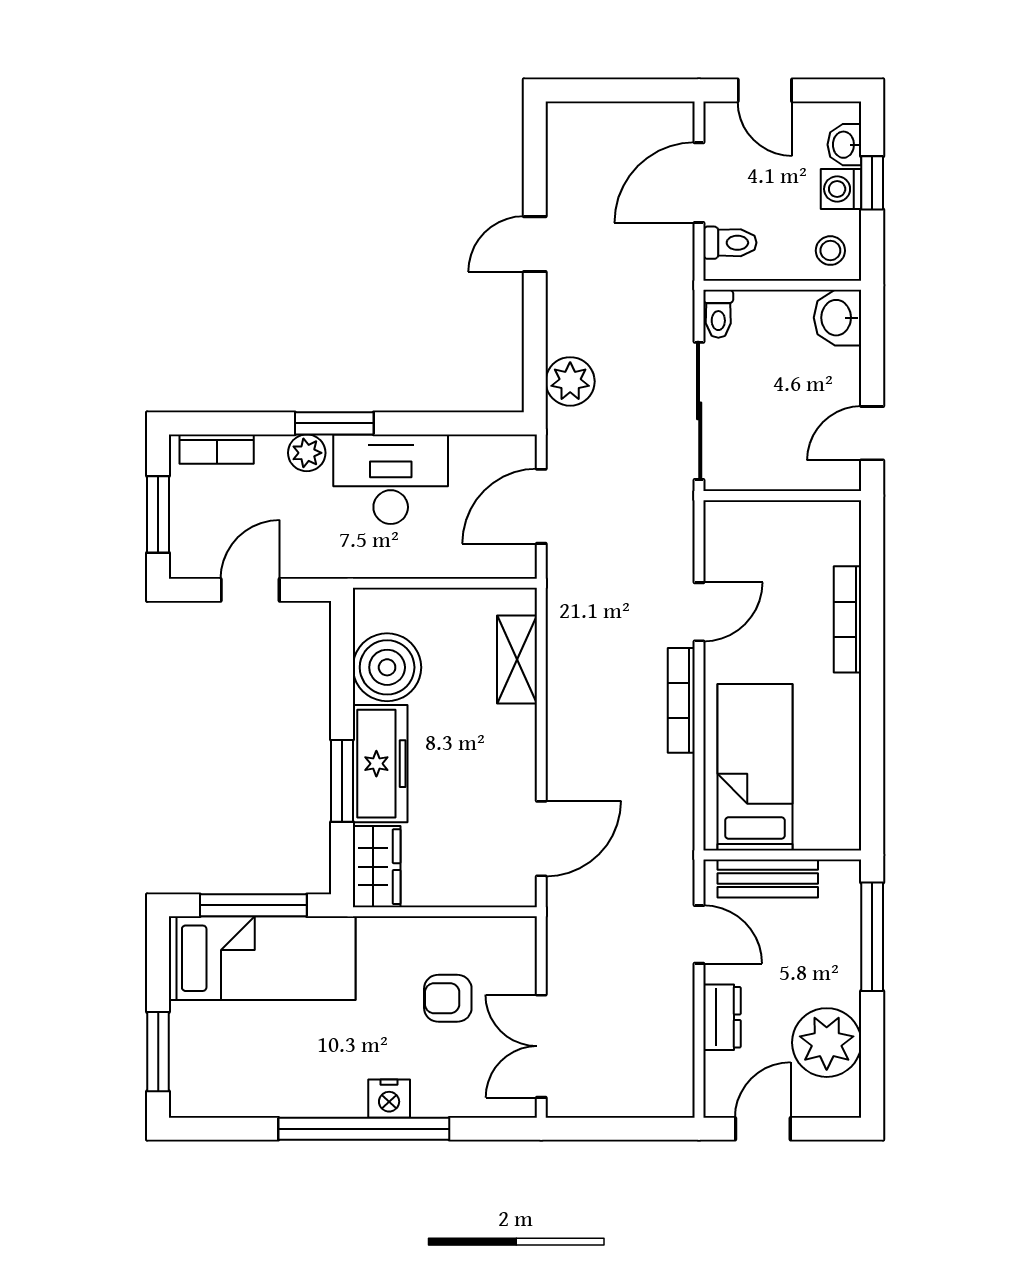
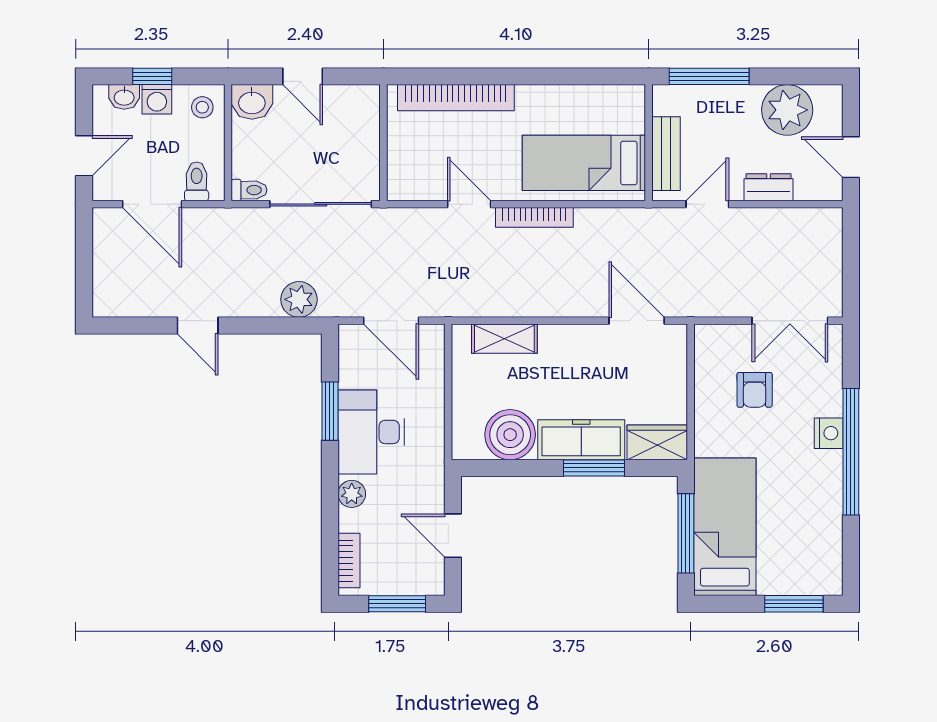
window: (334, 423) -> (330, 411), moved
door: (872, 433) -> (303, 76), moved
bookcase: (848, 619) -> (456, 98), width x1.48, depth x1.31

